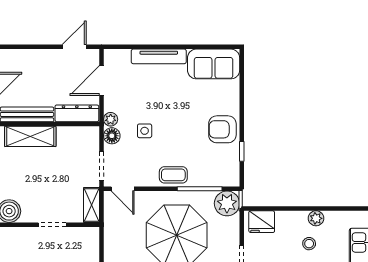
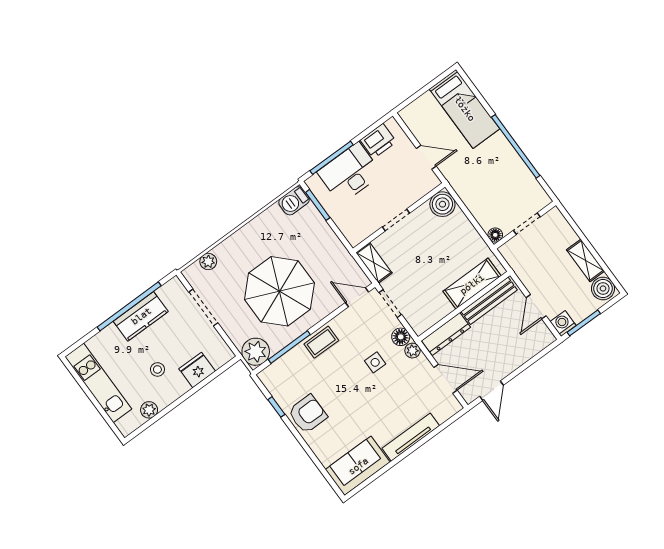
door: (102, 81) -> (446, 379), hinge flipped
plant: (316, 218) -> (149, 410), moved
fridge: (262, 222) -> (197, 370), moved

